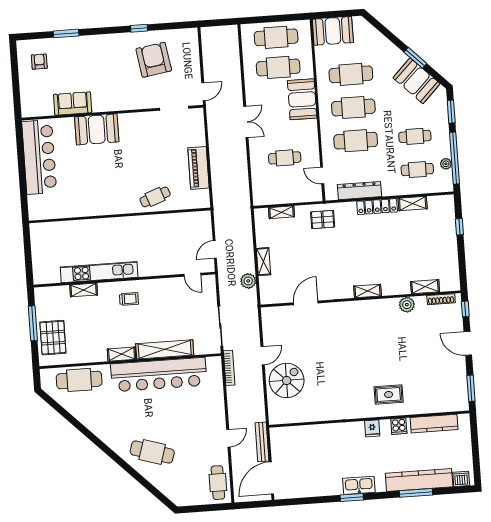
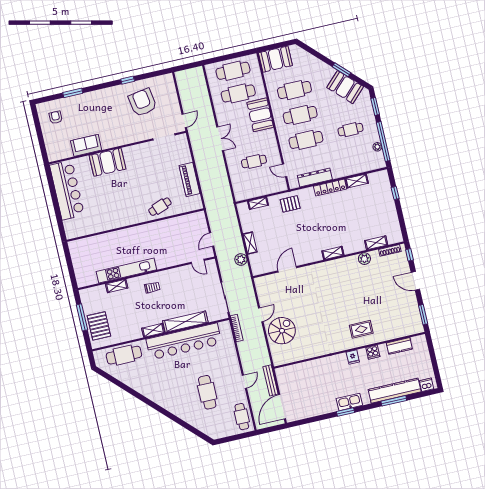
cafe table: (417, 170) -> (356, 155), removed
kitchen counter: (434, 424) -> (399, 346), width x0.67
cafe table: (152, 452) -> (207, 392), moved, turned 73

